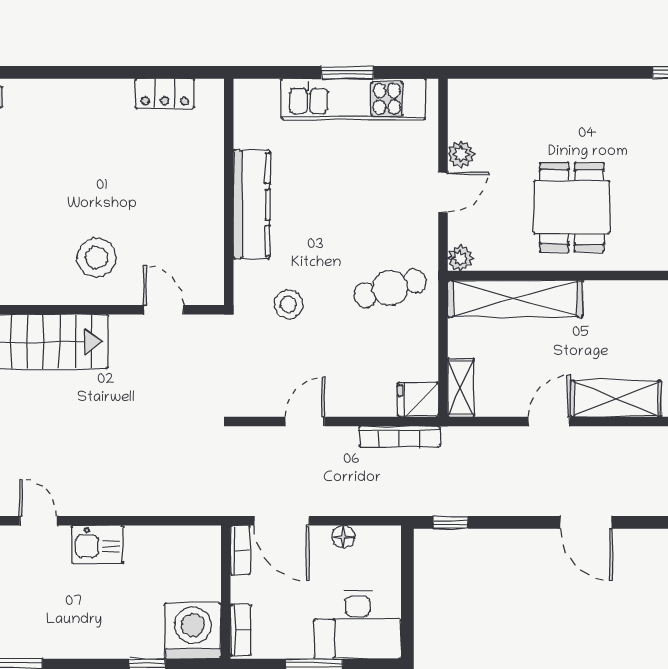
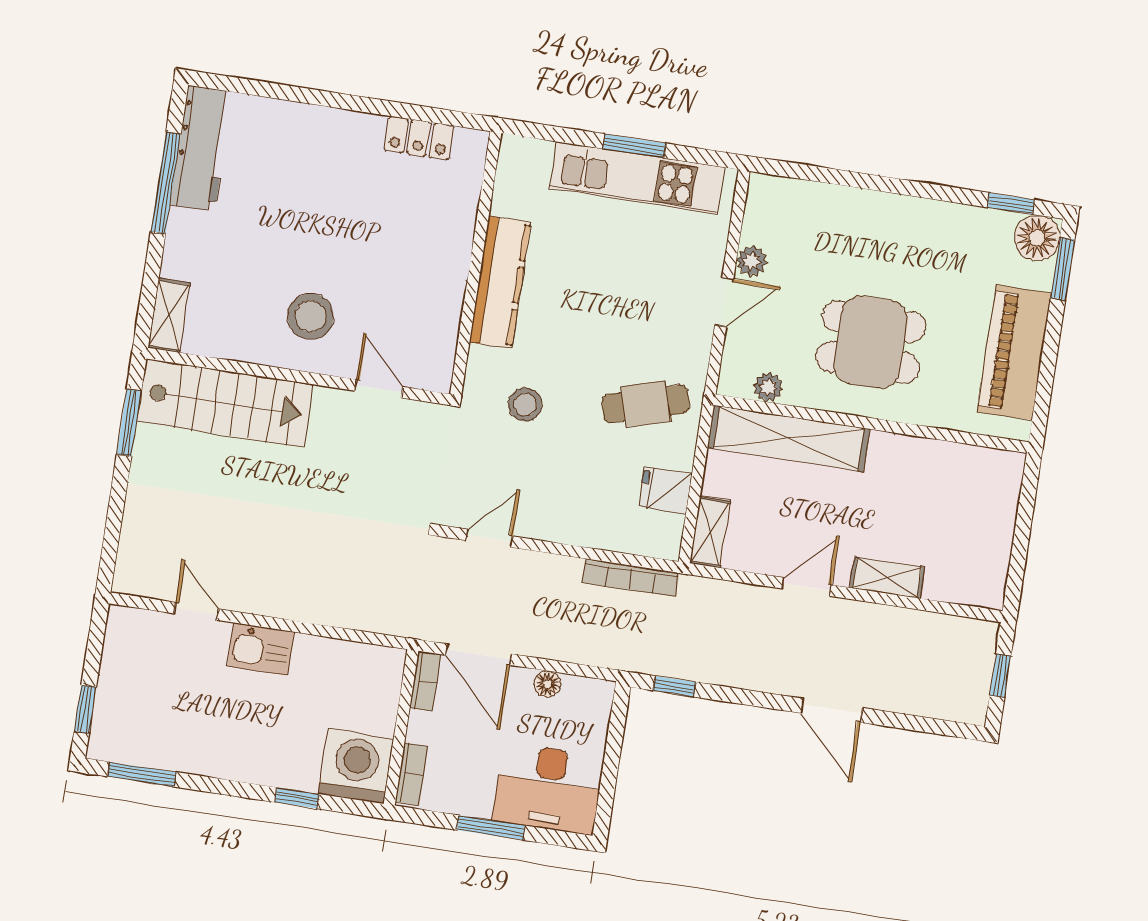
dining table: (572, 207) -> (871, 342), turned 90
plant: (460, 258) -> (768, 387), moved
shelving: (616, 399) -> (887, 577), width x0.67, depth x0.75
fridge: (418, 400) -> (665, 490), moved
door: (305, 421) -> (489, 538), moved

